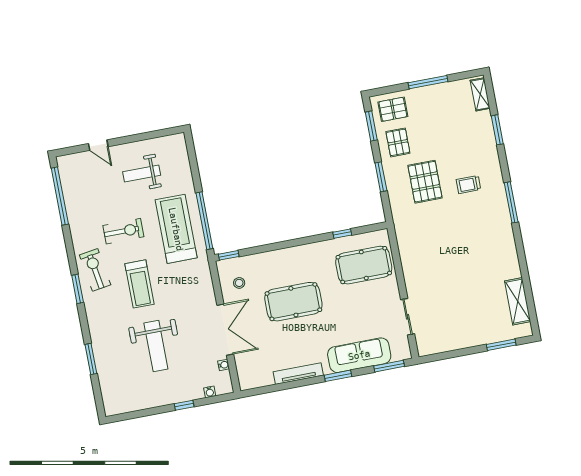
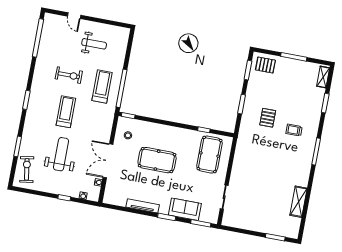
pallet: (398, 142) -> (260, 87), removed
weight bench: (142, 174) -> (94, 44), turned 180
pallet: (425, 182) -> (268, 118), width x0.67, depth x0.71
treadmill: (176, 229) -> (102, 86), width x0.73, depth x0.73
pool table: (364, 265) -> (209, 155), turned 90
exercise bike: (95, 270) -> (27, 169), moved
treadmill: (139, 284) -> (66, 112), turned 180
shelving: (518, 301) -> (298, 202), moved
double door: (225, 330) -> (108, 161), swing flipped
weight bench: (156, 346) -> (61, 154), turned 180
sofa: (359, 355) -> (185, 209), width x0.73

